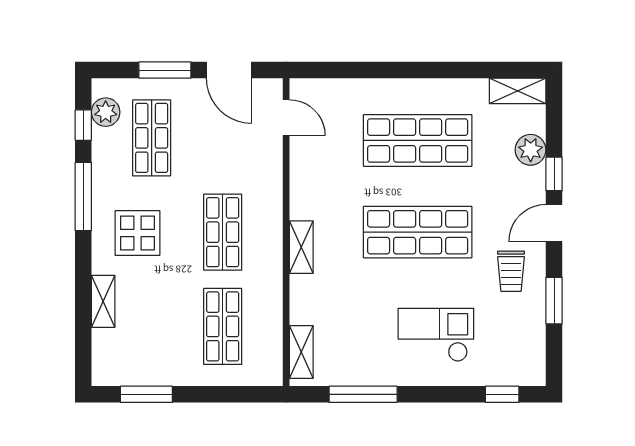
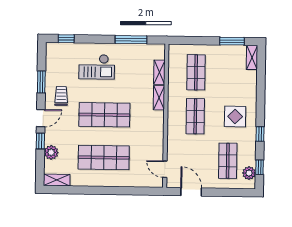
window: (165, 70) -> (221, 192), removed
window: (83, 196) -> (260, 134), width x0.46
shelving: (301, 247) -> (159, 98), moved
shelving: (103, 301) -> (252, 57), moved
shelving: (301, 352) -> (159, 72), moved

